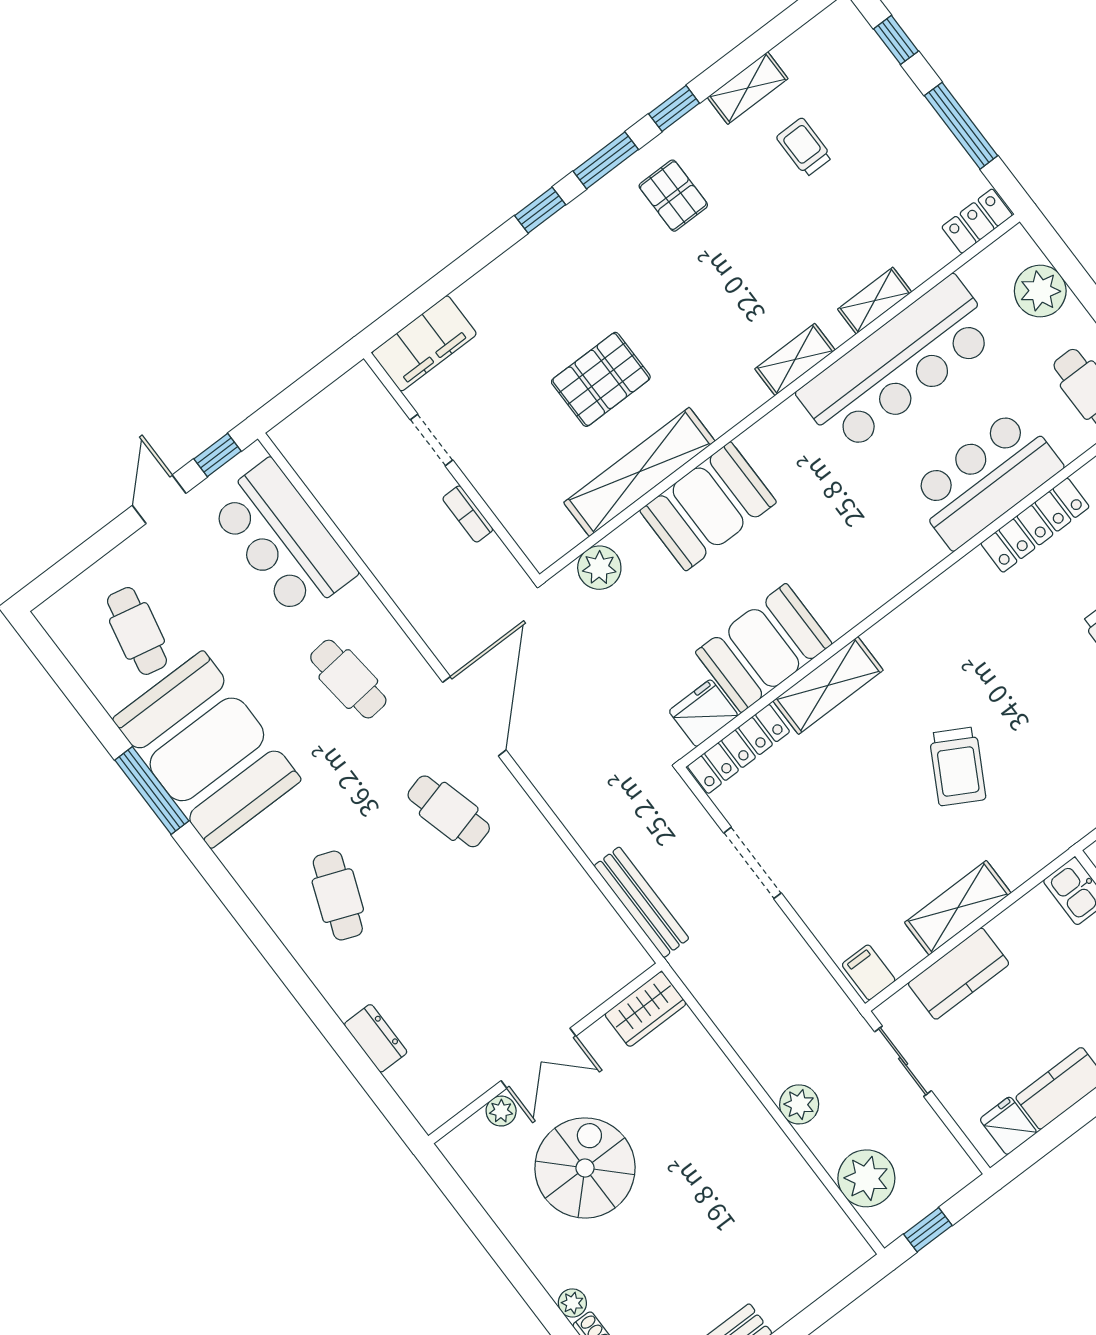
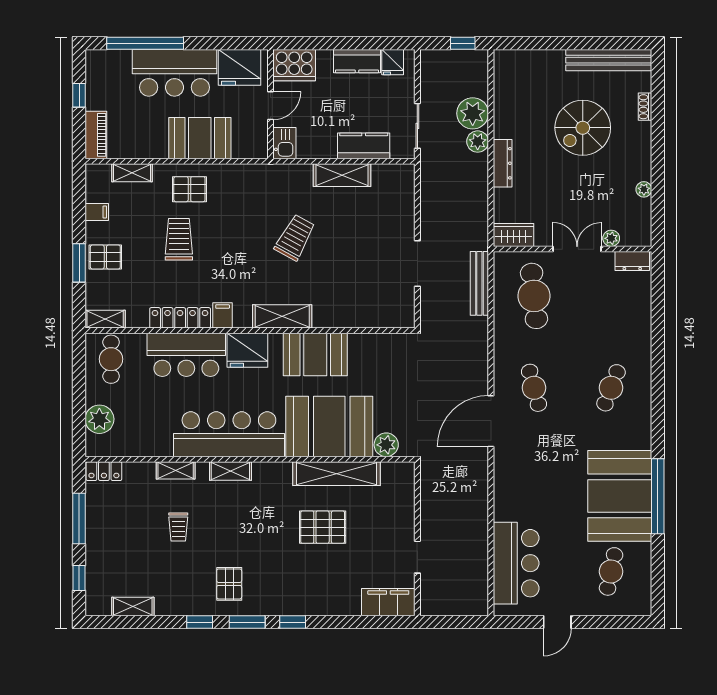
shelving: (748, 88) -> (133, 606), moved
trolley: (804, 147) -> (178, 527), moved
bar counter: (898, 365) -> (229, 434), moved
window: (217, 455) -> (517, 622), removed
booth: (708, 506) -> (329, 426), width x1.36, depth x1.42
bookcase: (468, 514) -> (426, 512), removed
booth: (764, 648) -> (315, 354), moved
cafe table: (348, 679) -> (534, 296), moved, width x1.37, depth x1.35
shelving: (828, 685) -> (282, 316), moved
fridge: (703, 713) -> (247, 350), moved, width x1.36, depth x1.34
locker: (738, 749) -> (385, 318), removed
window: (152, 790) -> (658, 496), width x1.46
filing cabinet: (869, 972) -> (223, 315), moved, turned 180
dresser: (376, 1038) -> (632, 261), moved, turned -90
dresser: (739, 1100) -> (503, 163), added
spiral stairs: (585, 1168) -> (583, 128), moved
plant: (866, 1178) -> (473, 113), moved
plant: (572, 1303) -> (644, 189), moved

